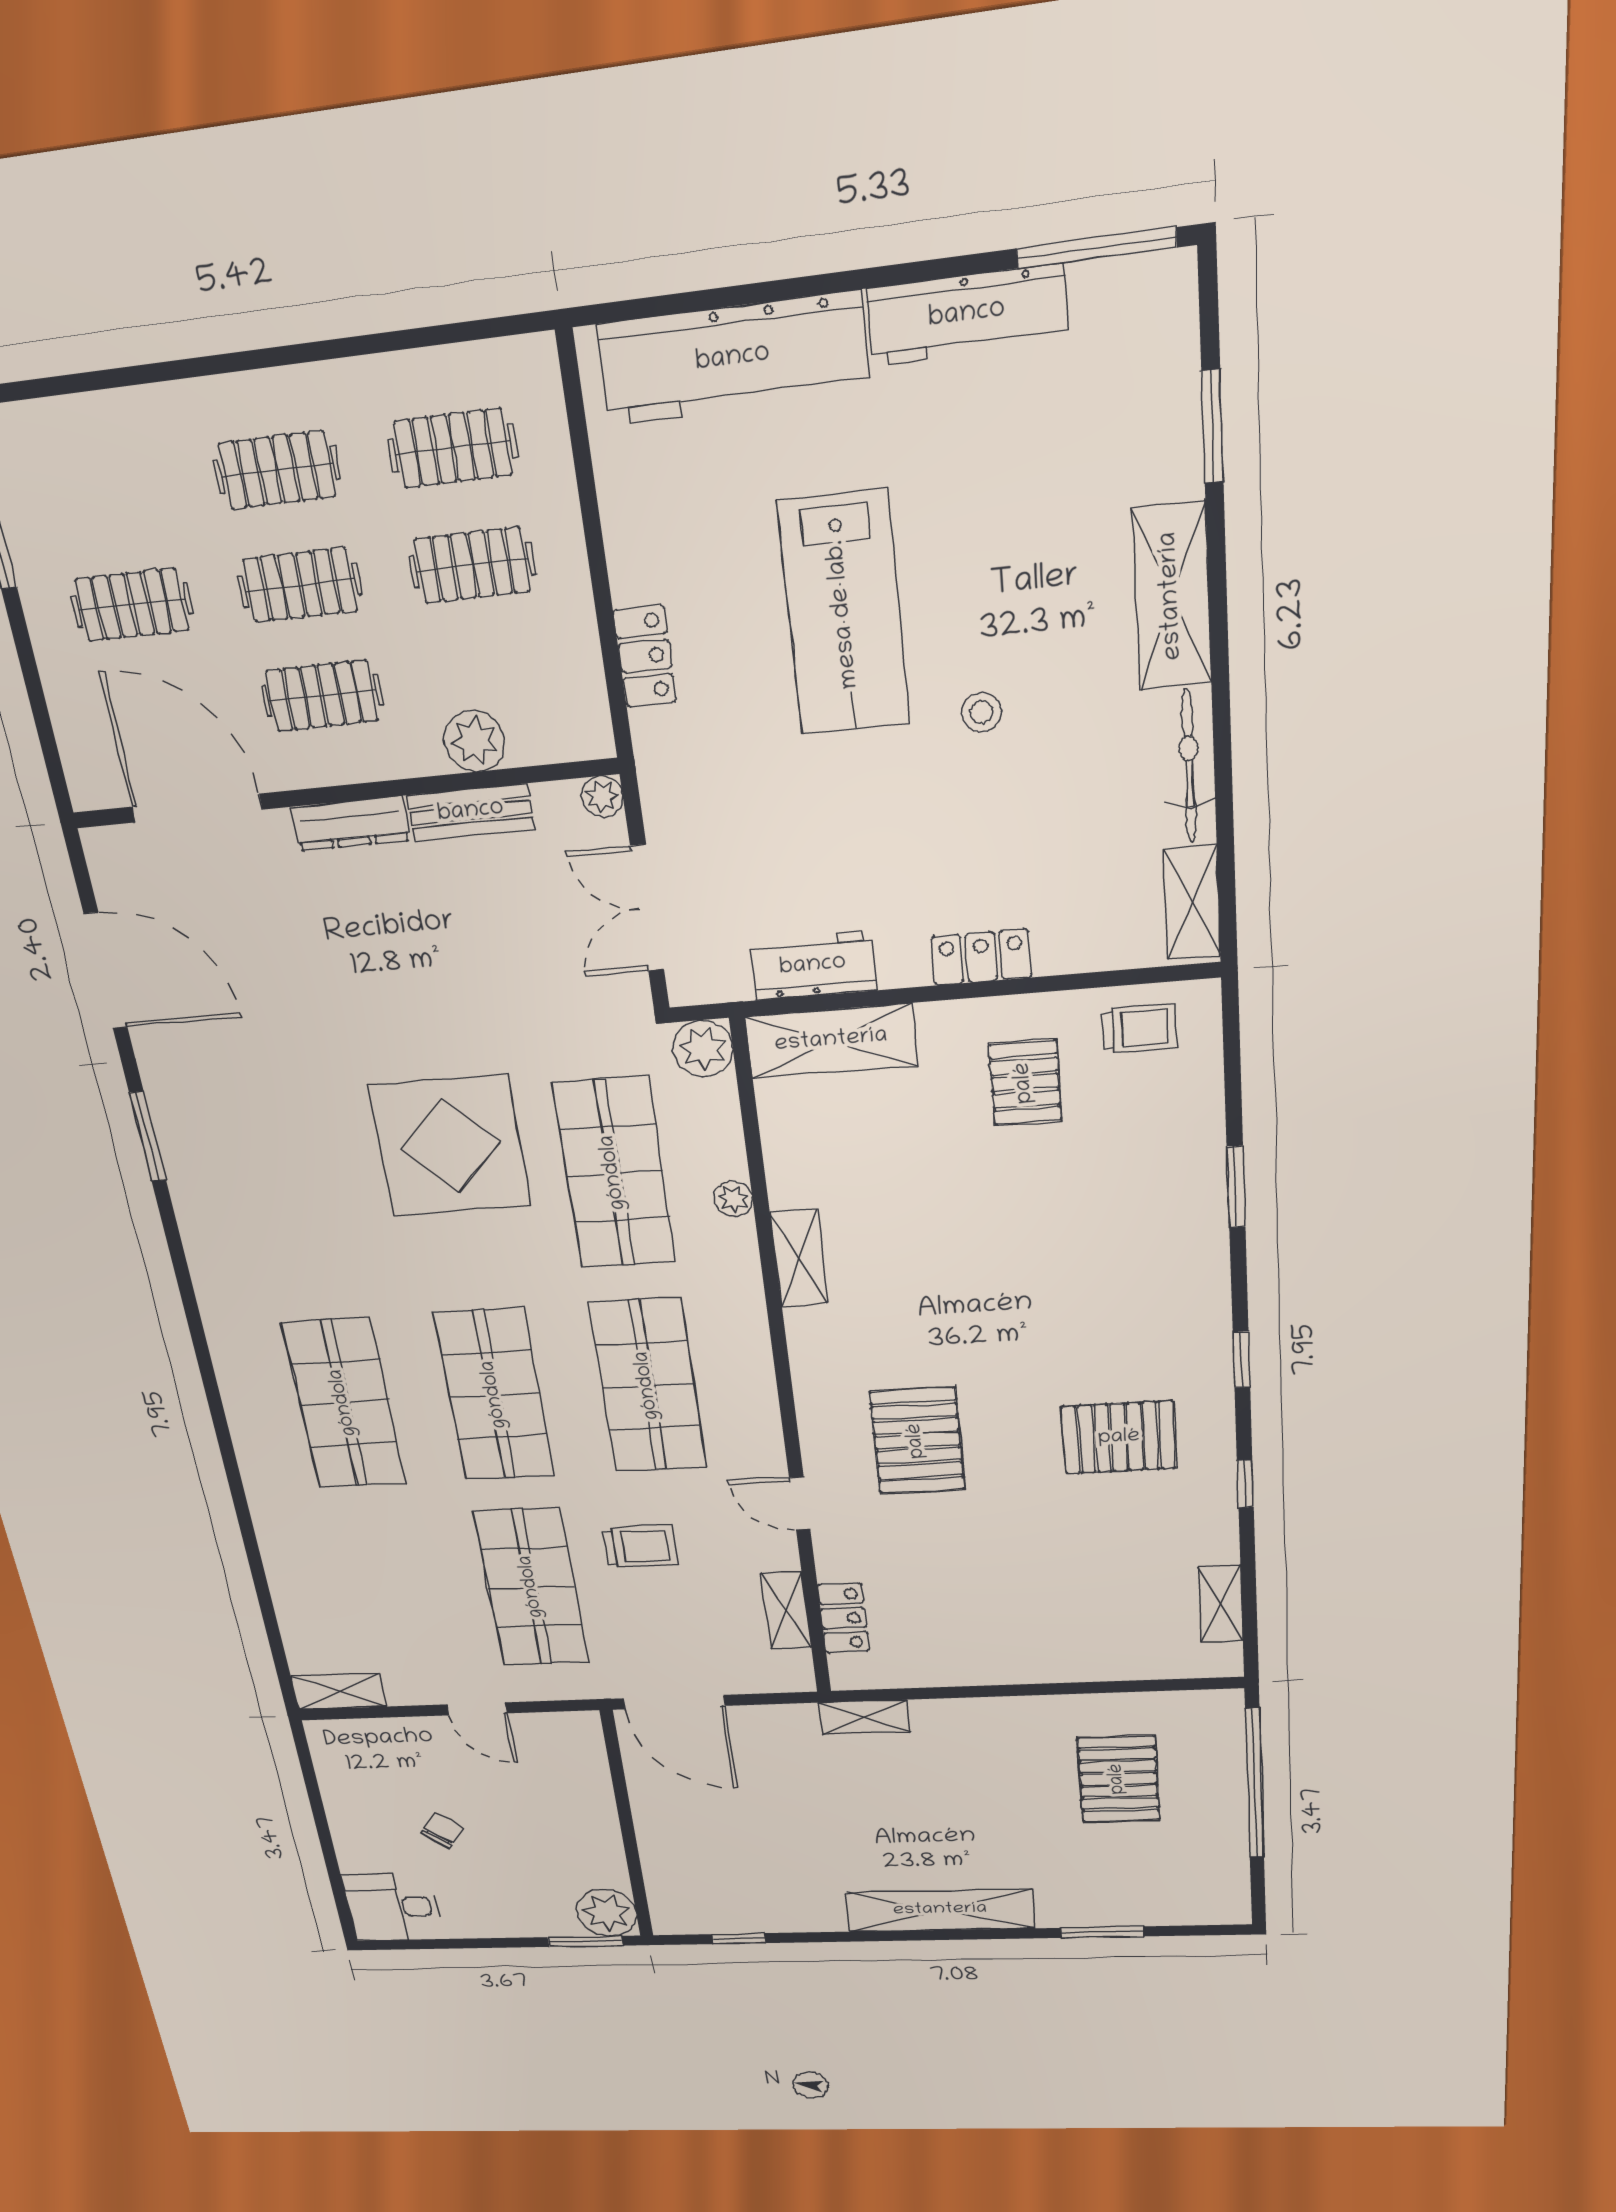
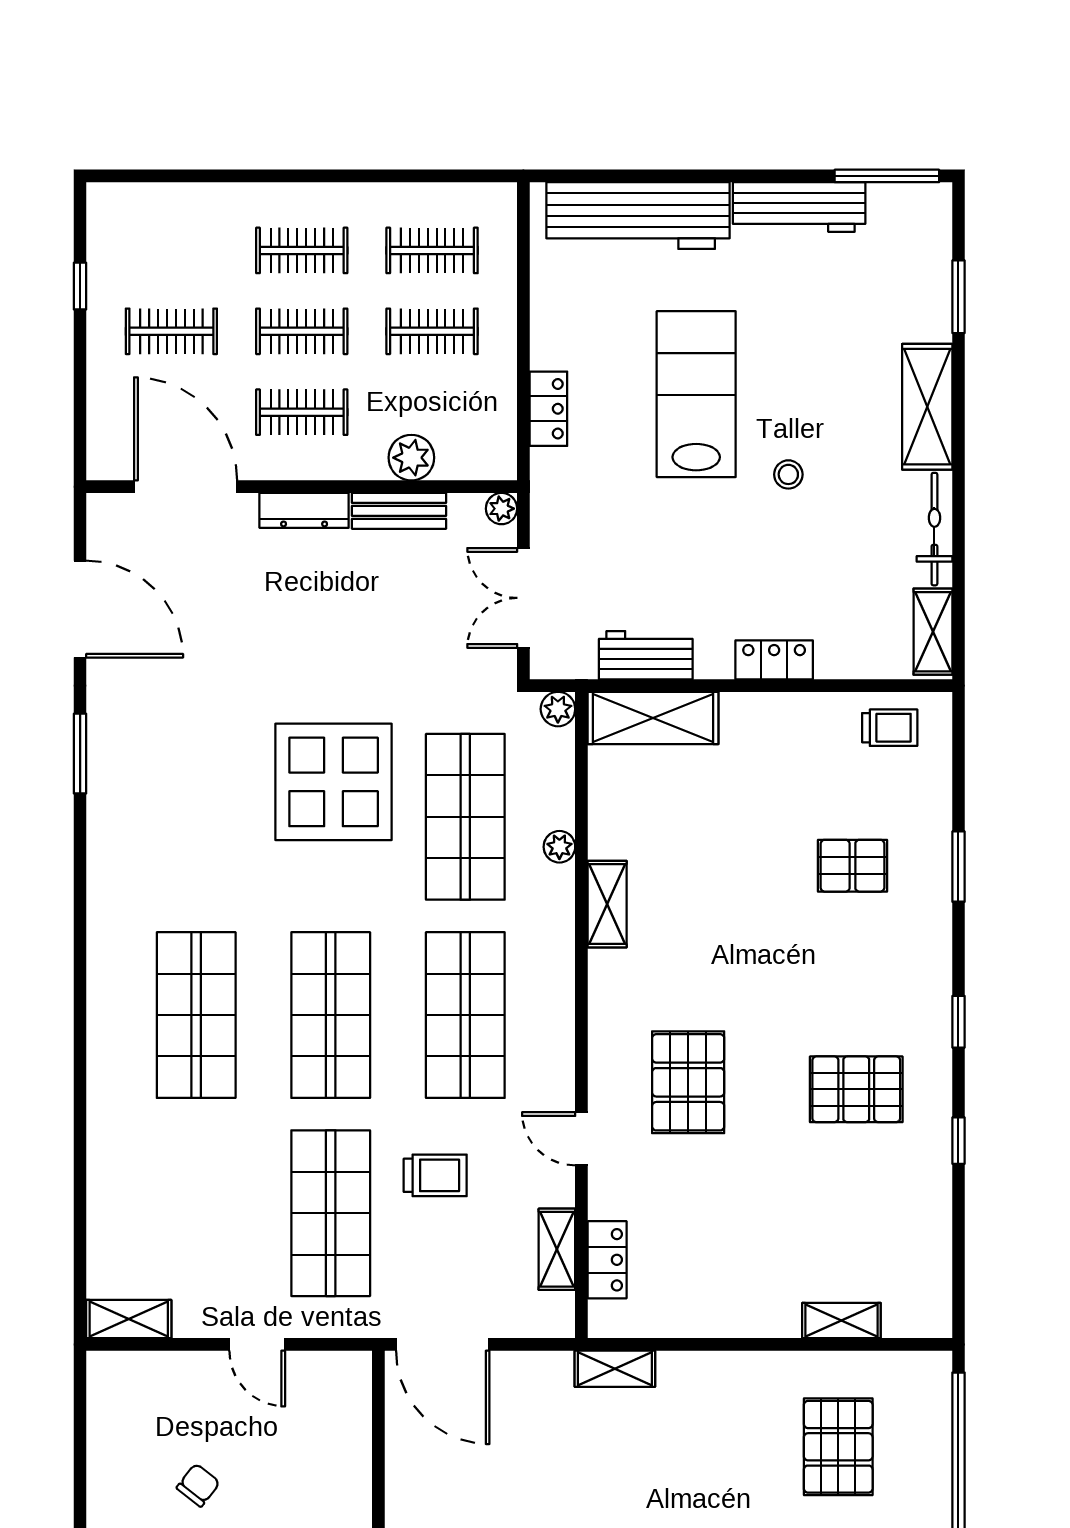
lab bench: (844, 614) -> (696, 394), turned 180
plant: (703, 1049) -> (558, 709), width x0.73, depth x0.73
pallet: (1025, 1083) -> (852, 866), moved, turned 90
shelving: (1221, 1604) -> (841, 1321), moved, turned 90

